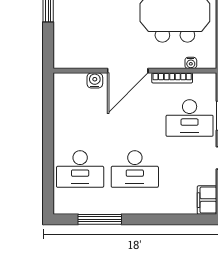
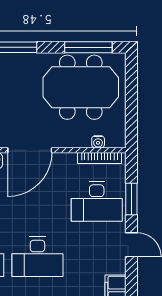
bookcase: (172, 78) -> (99, 158), moved

